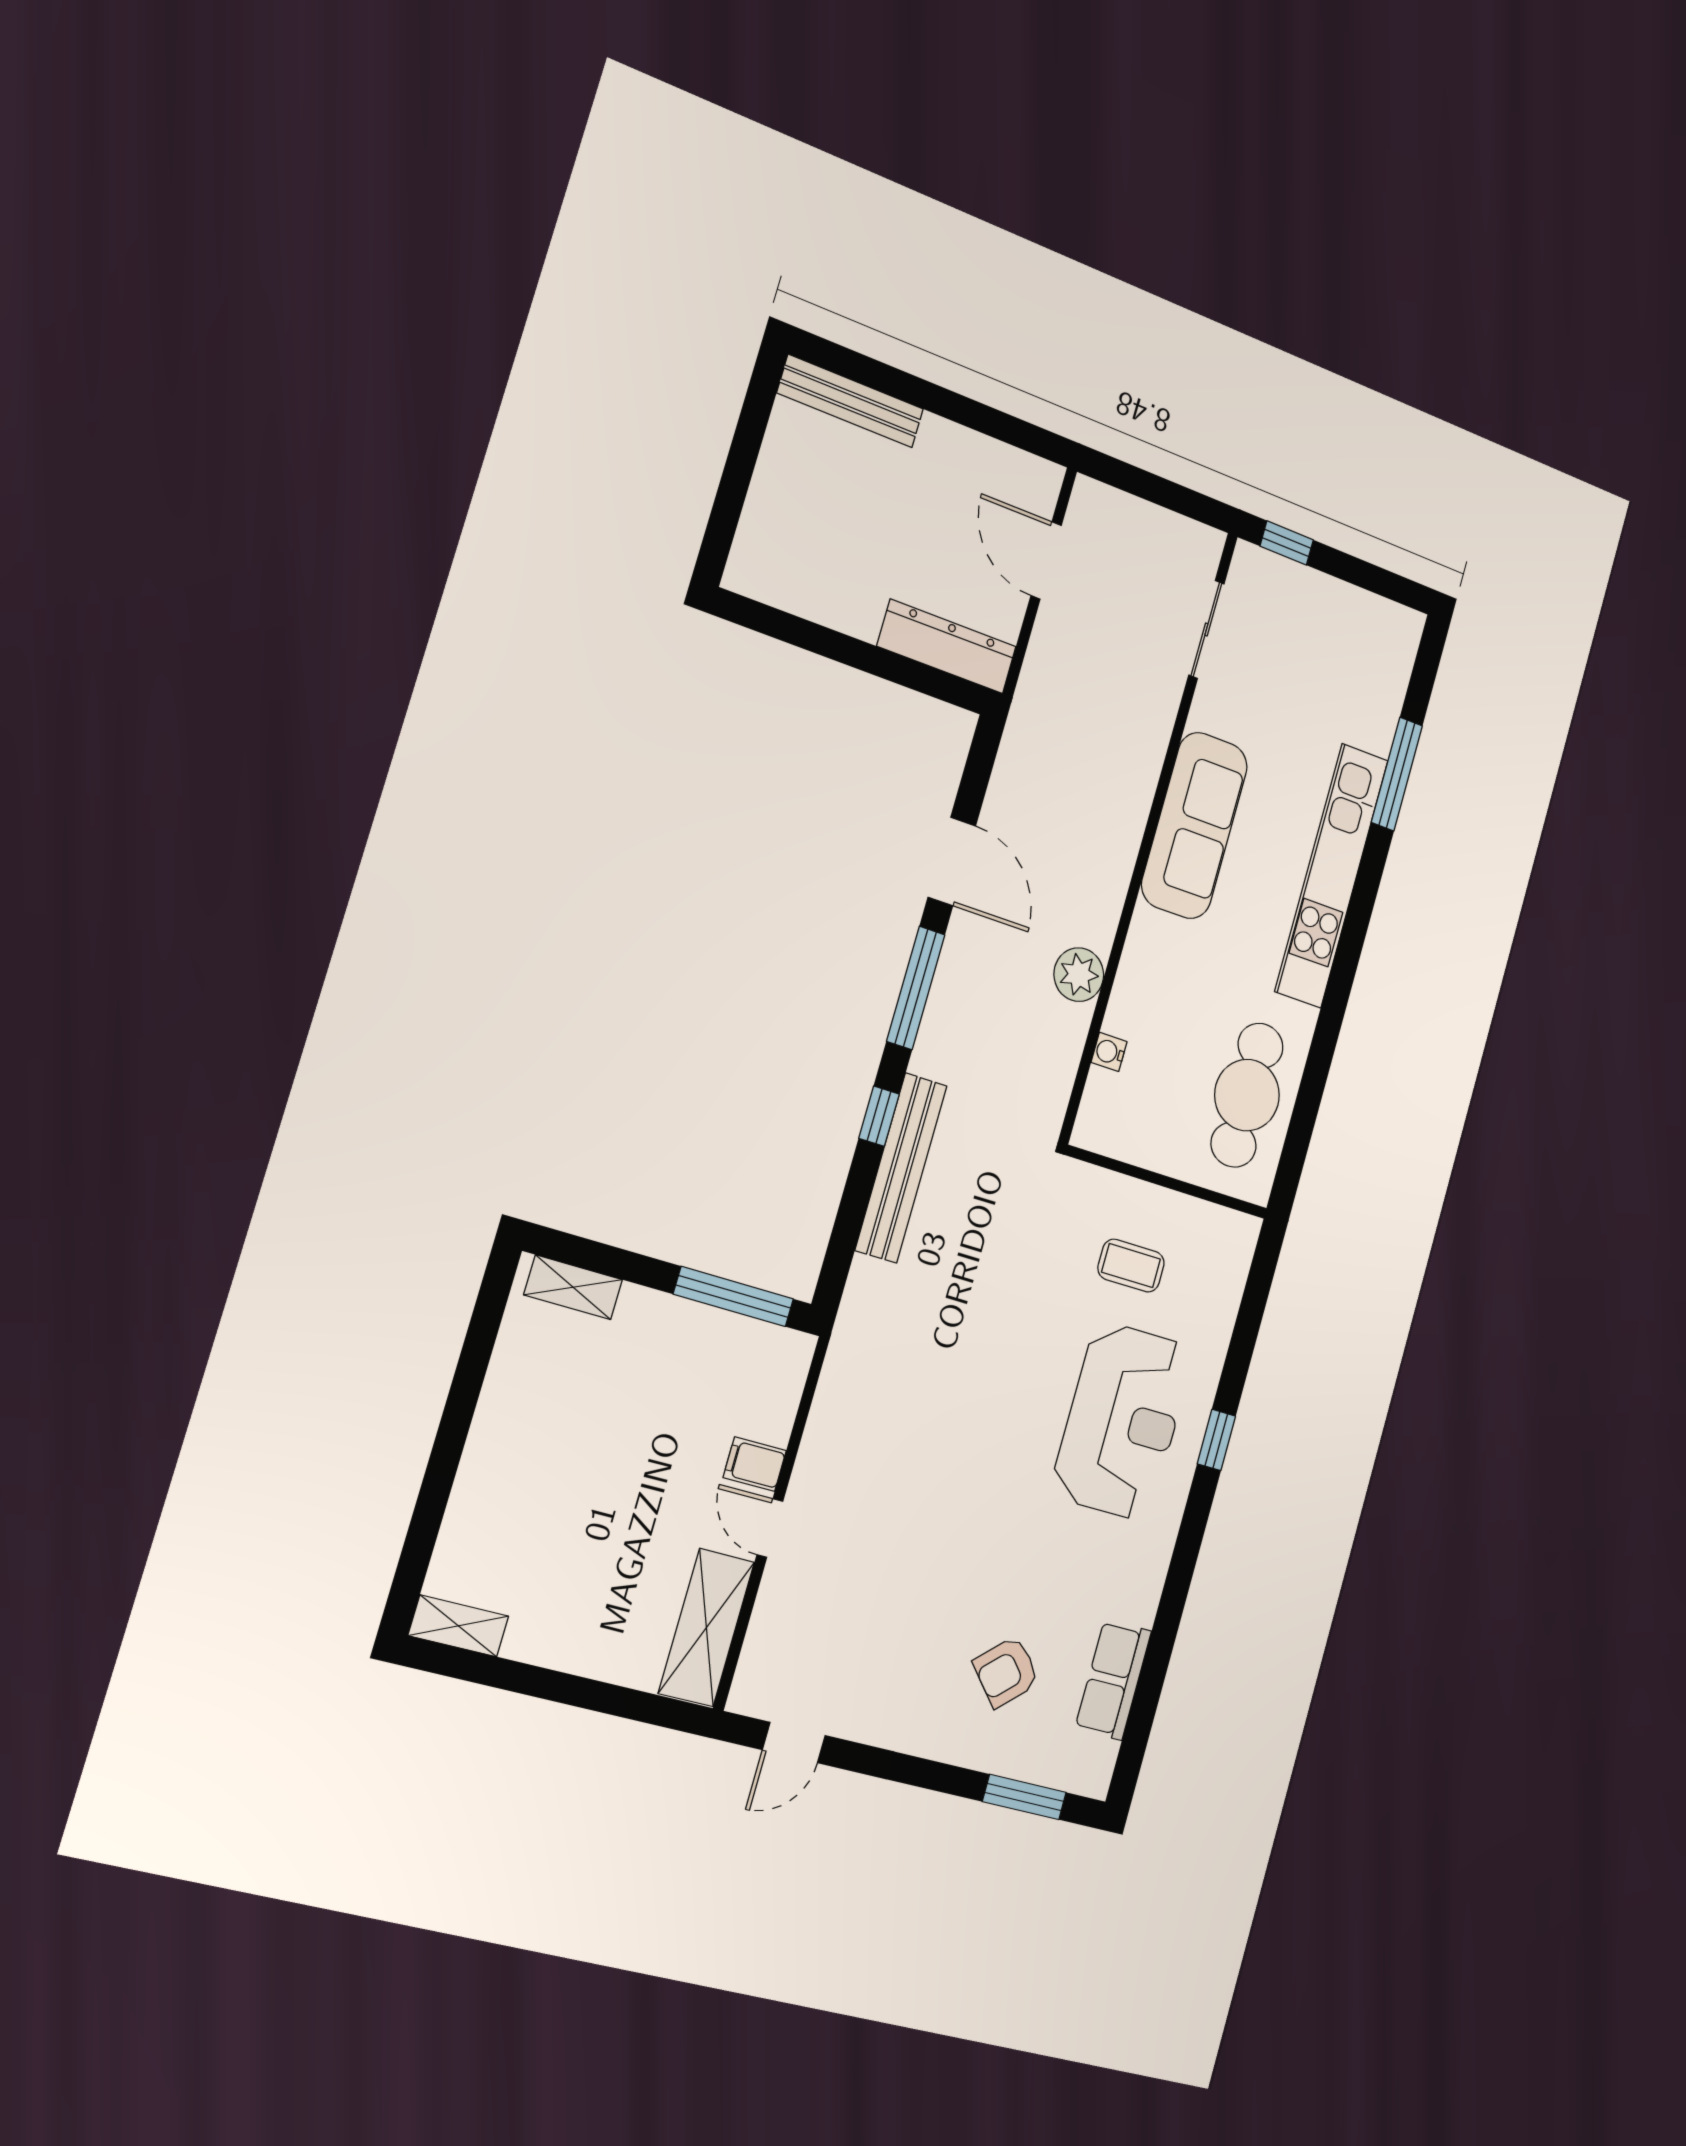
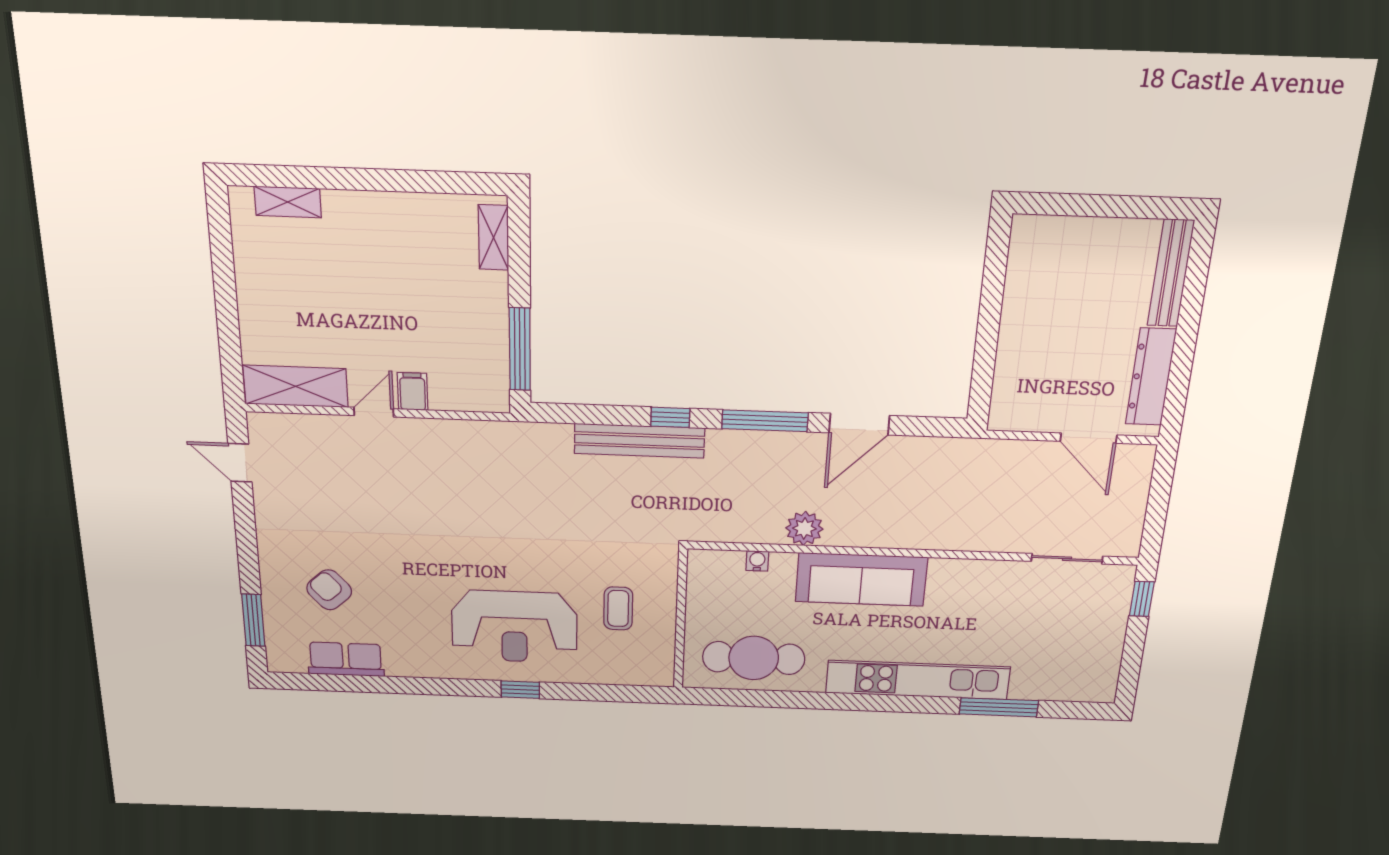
door: (1046, 561) -> (1089, 438), swing flipped
dresser: (947, 646) -> (1151, 377), moved, turned 180
sofa: (1194, 825) -> (861, 579), moved
shelving: (458, 1626) -> (288, 202), moved, turned 90

